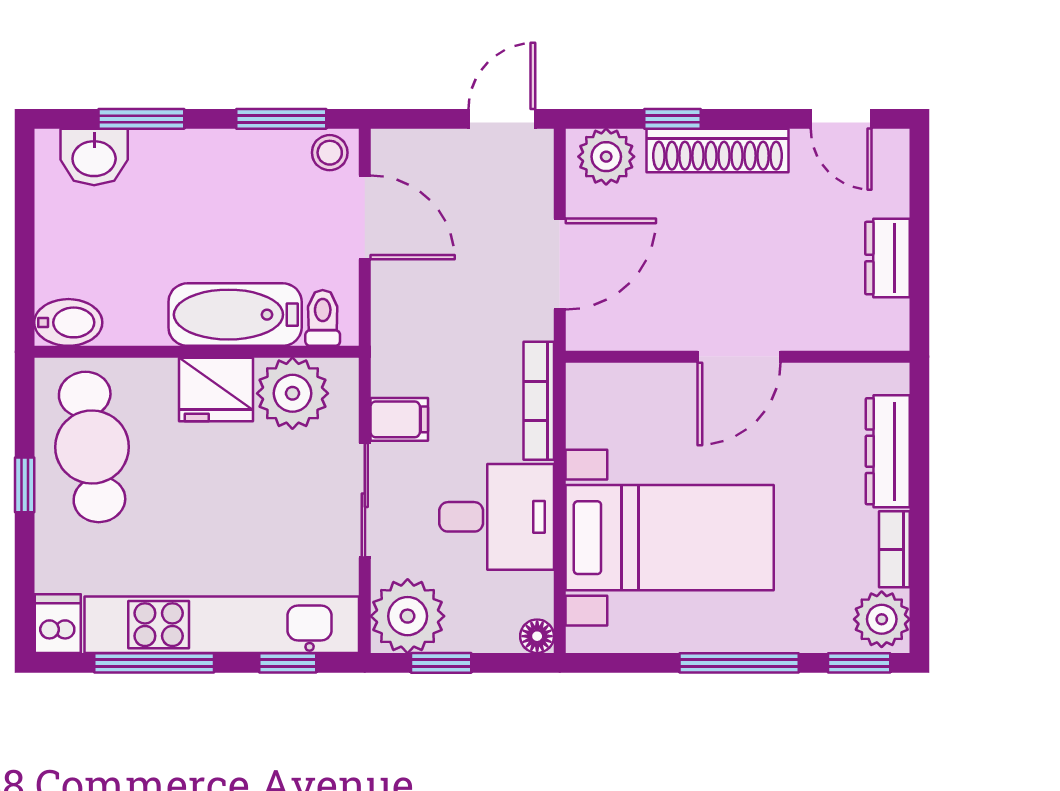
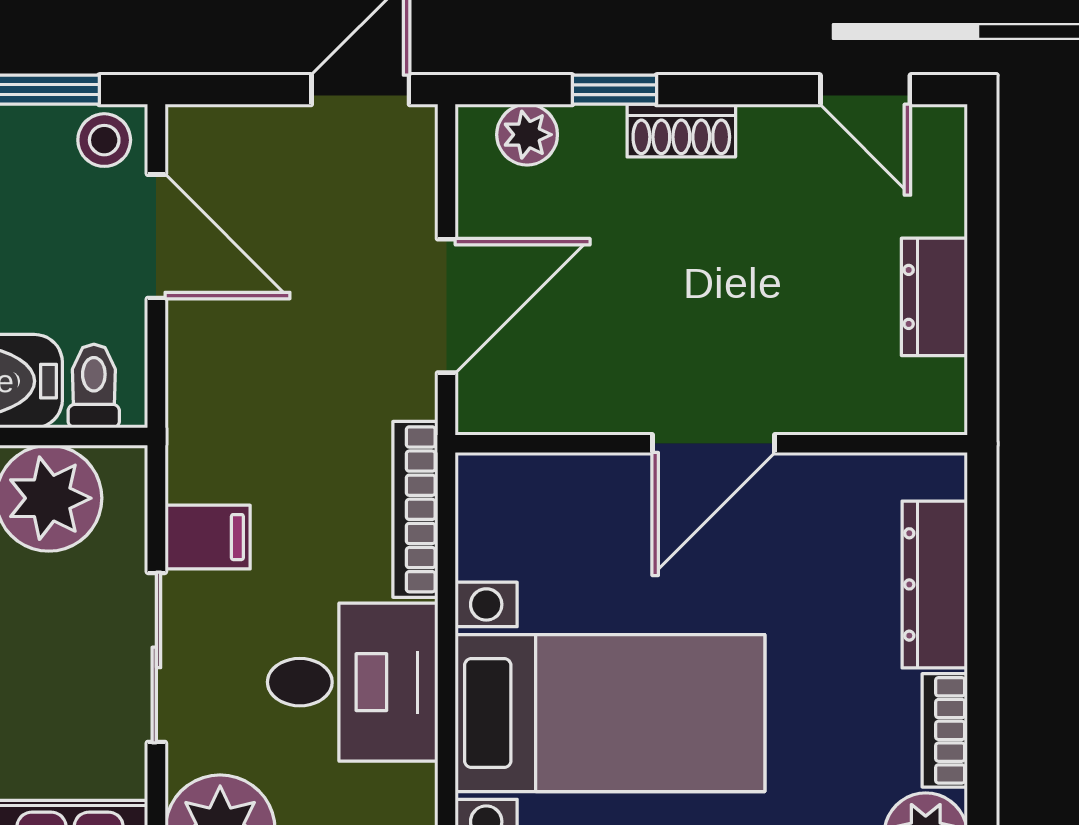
shoe rack: (717, 150) -> (681, 131), width x0.51, depth x0.81
plant: (606, 157) -> (527, 135), width x0.73, depth x0.73

